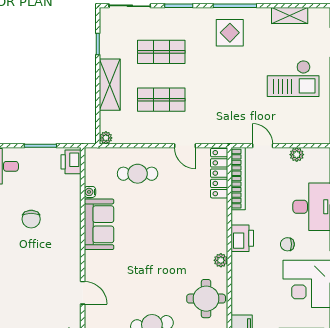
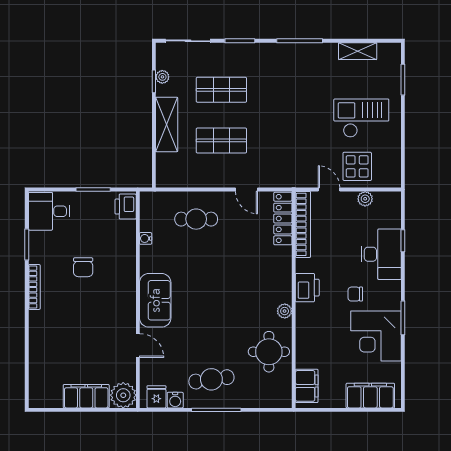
display table: (230, 33) -> (357, 166), moved
checkout: (293, 79) -> (361, 118), turned 180
plant: (106, 138) -> (162, 77), moved
sofa: (99, 224) -> (155, 300), moved

